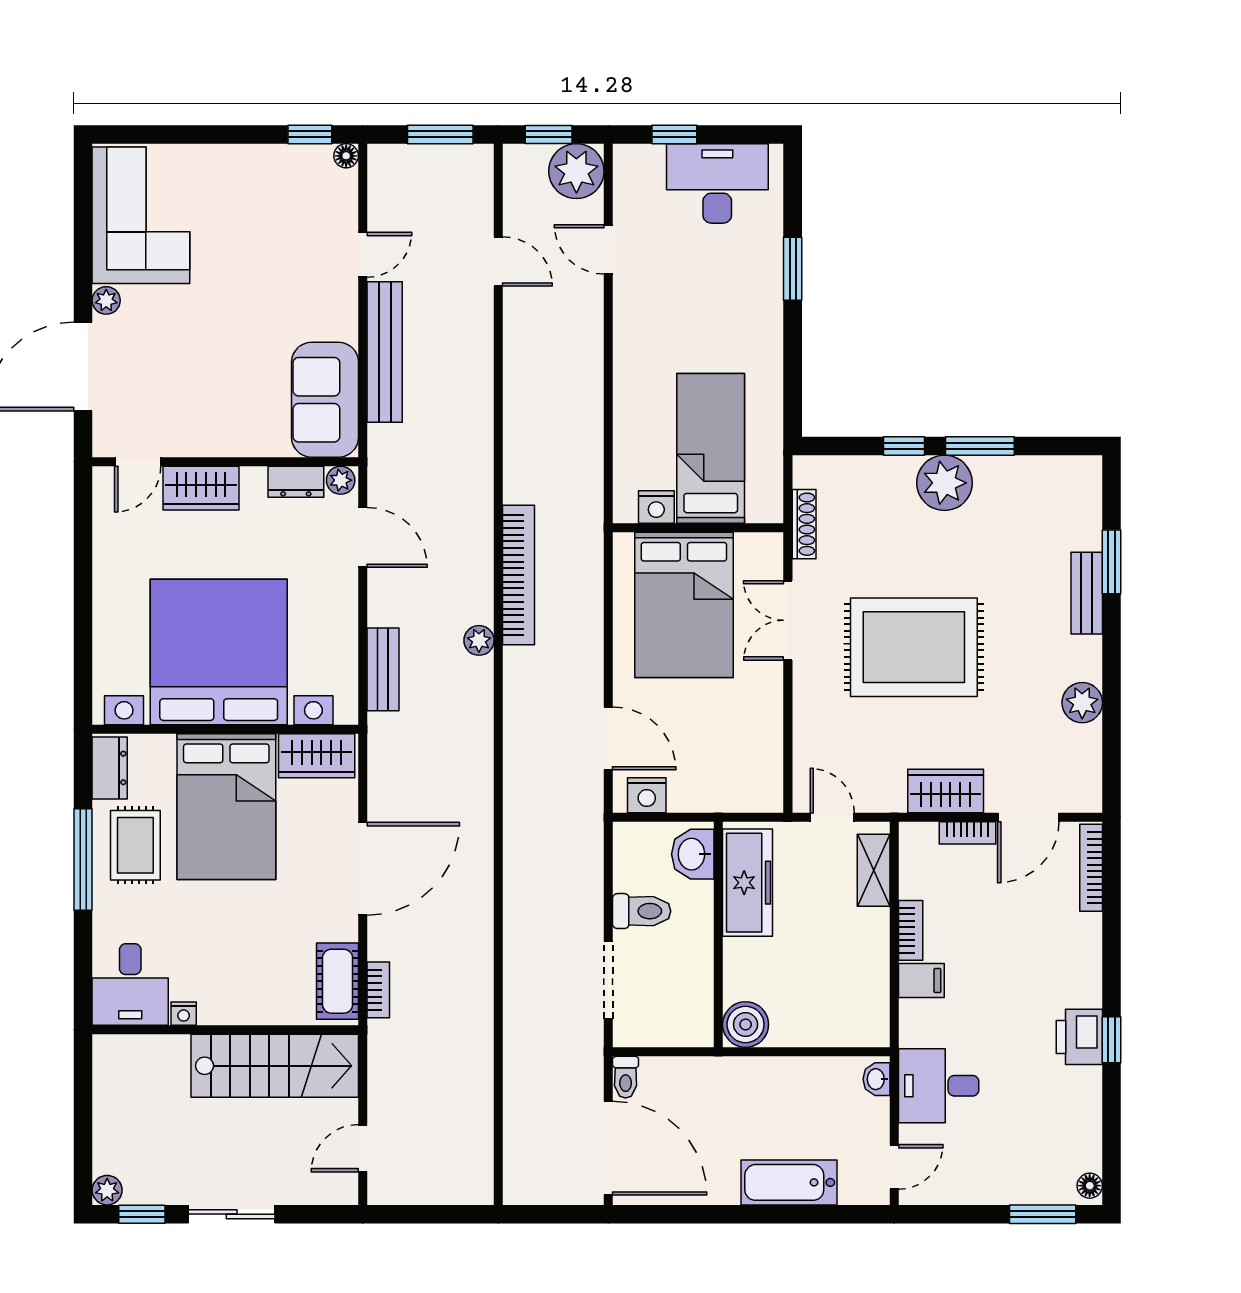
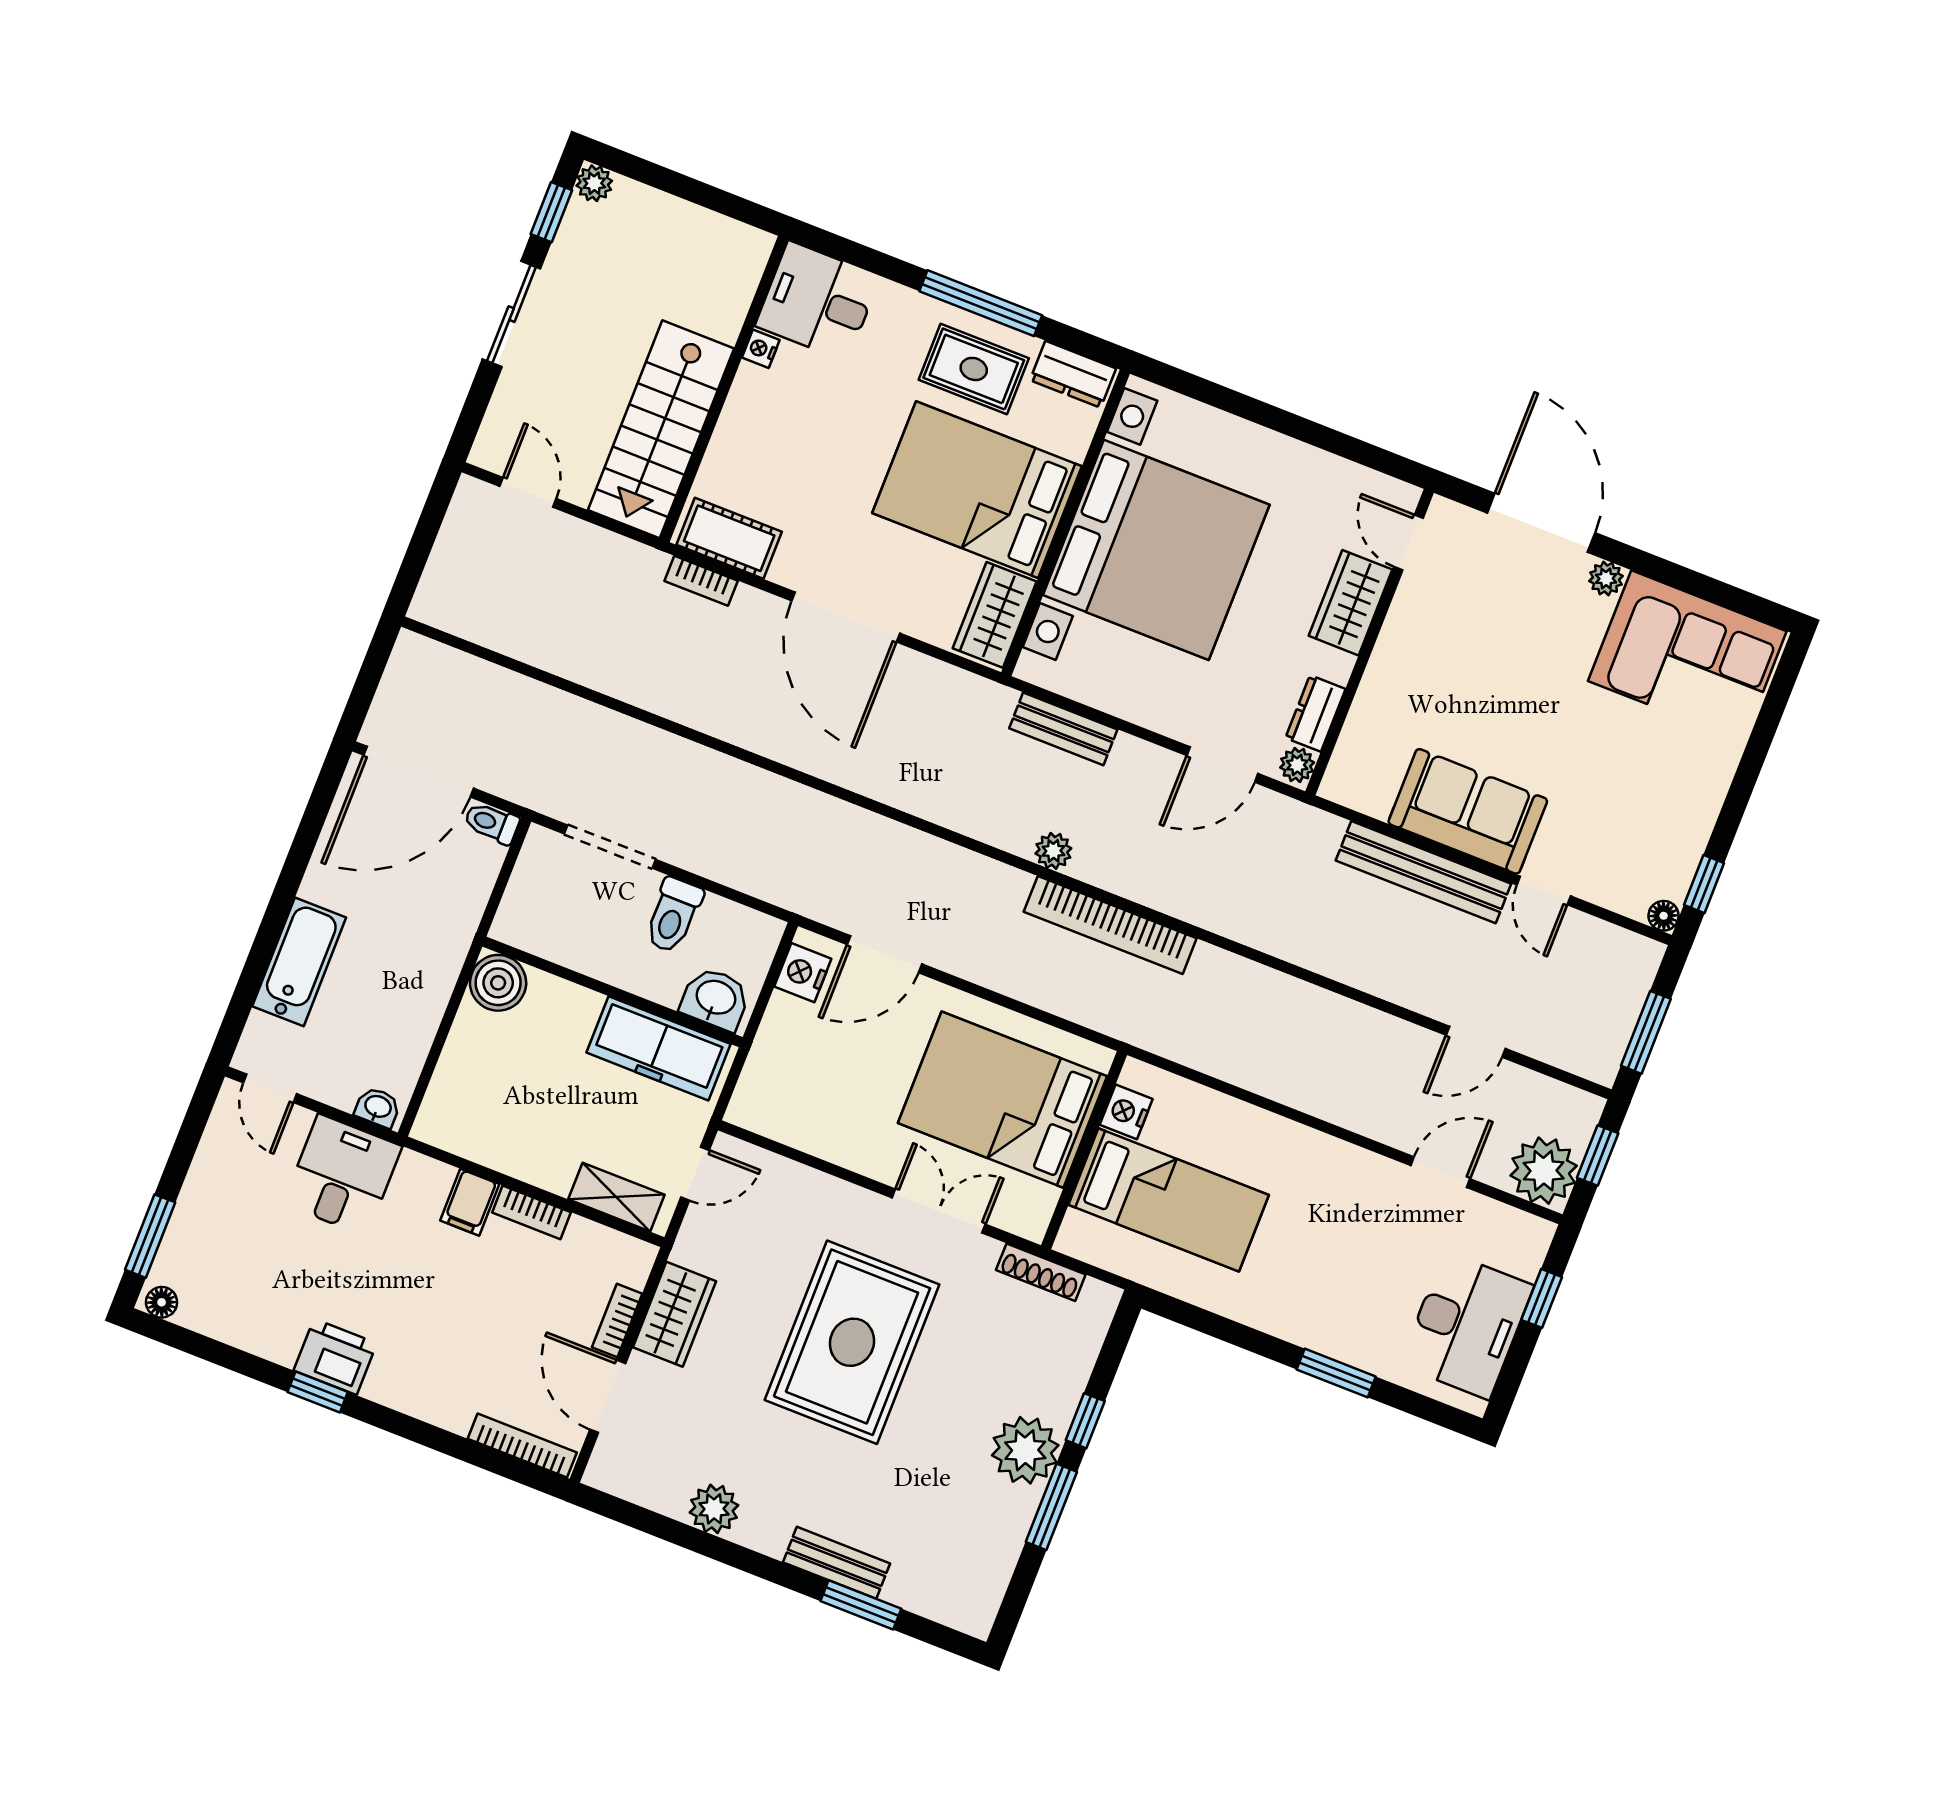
sofa: (325, 400) -> (1468, 811), moved

